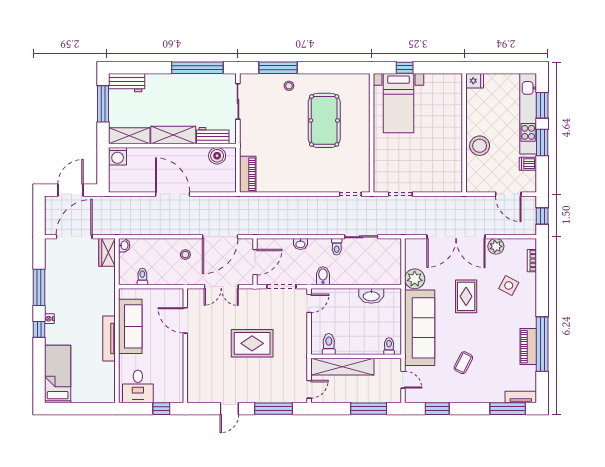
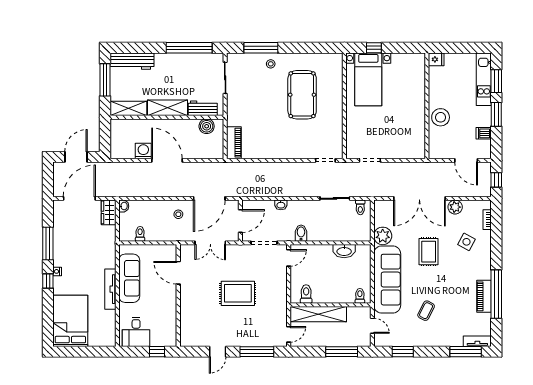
workbench: (127, 83) -> (132, 61), width x1.38
kitchen unit: (528, 114) -> (484, 79), width x0.73
washing machine: (118, 156) -> (143, 151), moved, turned 180
toilet: (337, 247) -> (360, 207), moved
bed: (58, 374) -> (70, 321), width x1.50

